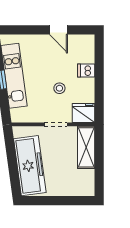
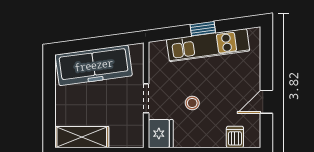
dishwasher: (86, 71) -> (235, 137), moved
shelving: (86, 147) -> (82, 137), moved

